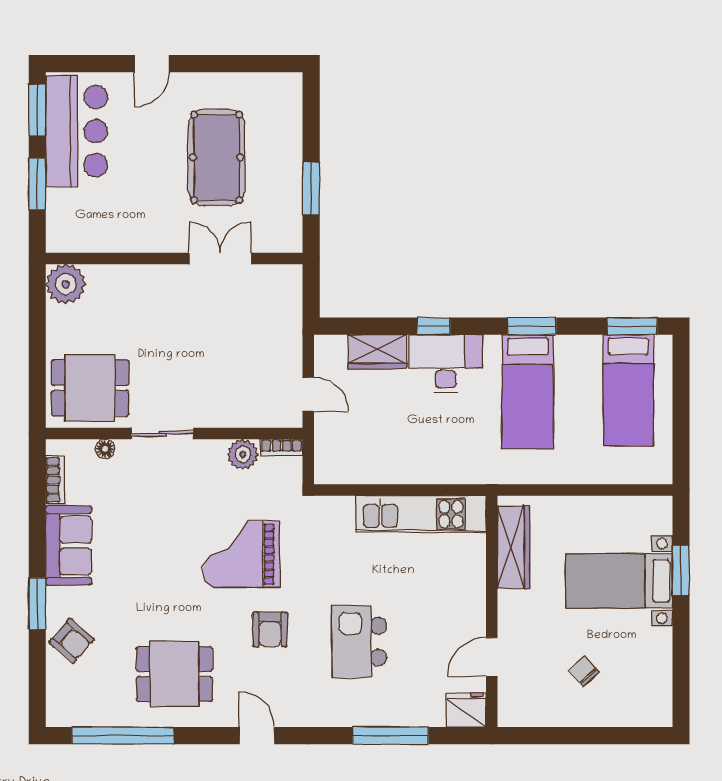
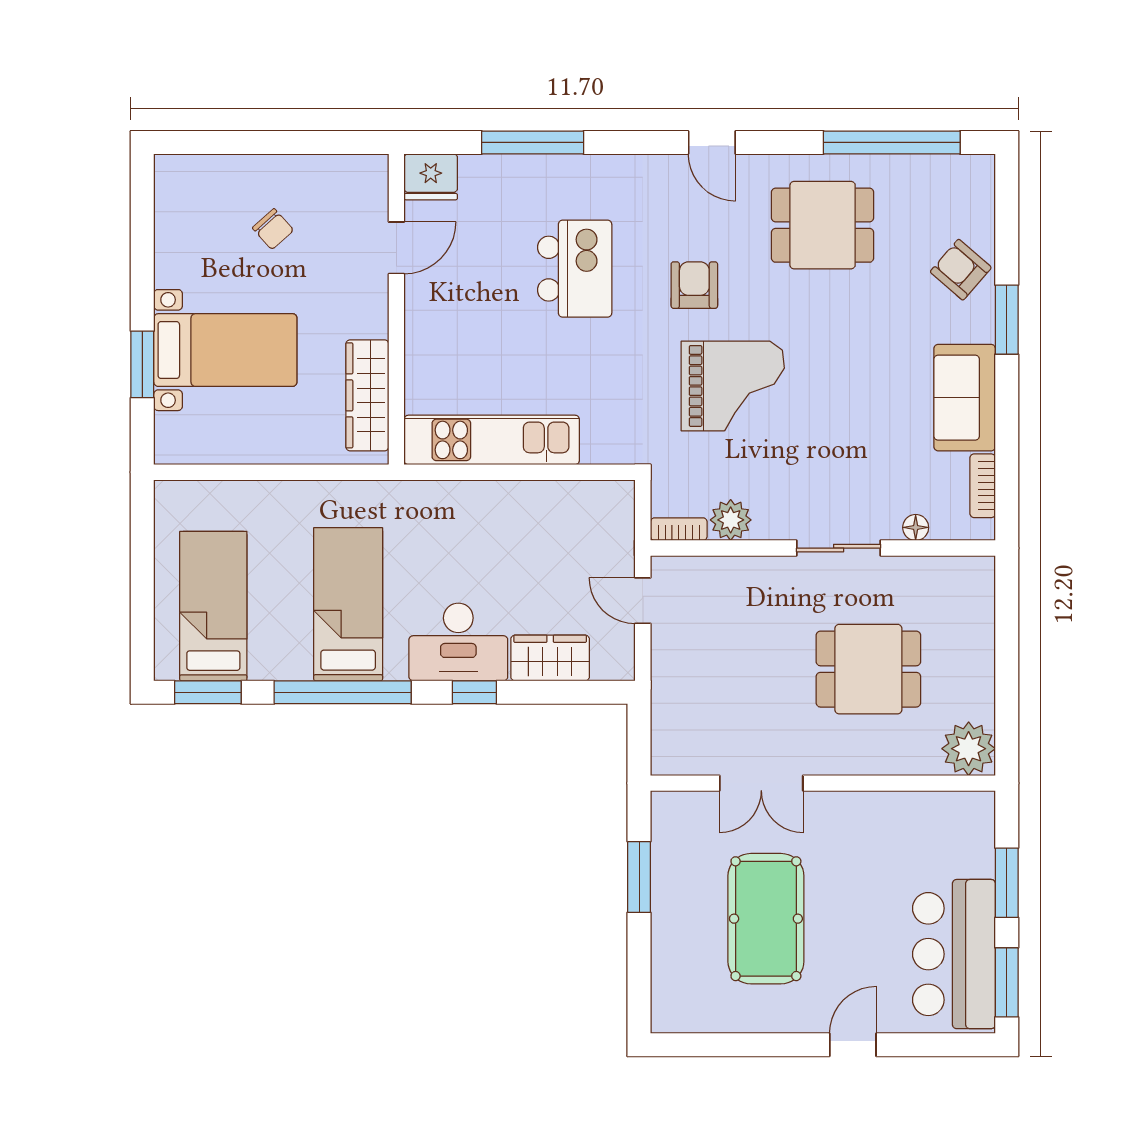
window: (532, 326) -> (343, 692), width x2.11
dining table: (90, 388) -> (868, 669), moved

